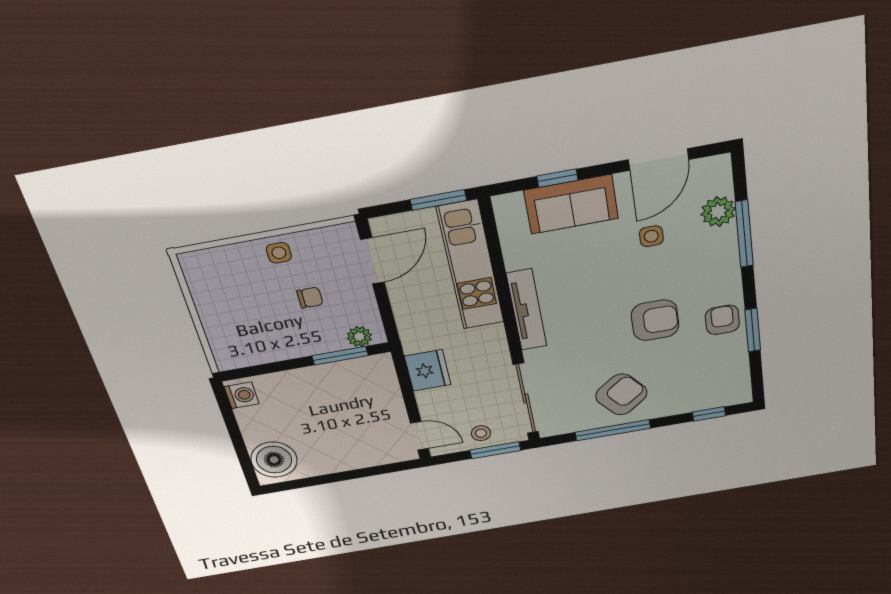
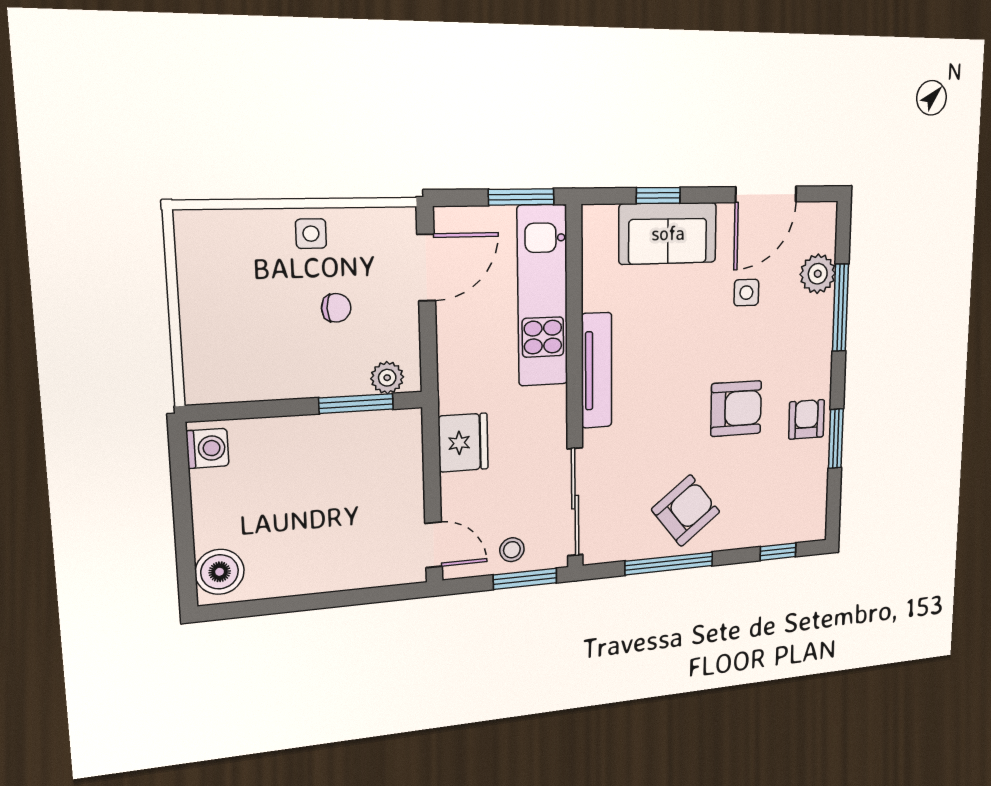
boiler: (274, 460) -> (220, 572), width x0.73, depth x0.73

